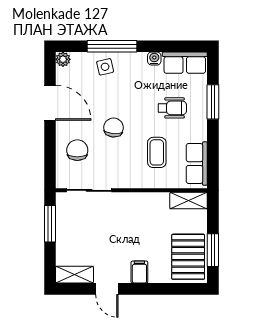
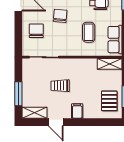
window: (50, 224) -> (18, 94), moved
trolley: (113, 234) -> (60, 86), added
pallet: (188, 257) -> (109, 101), width x0.67, depth x0.71

